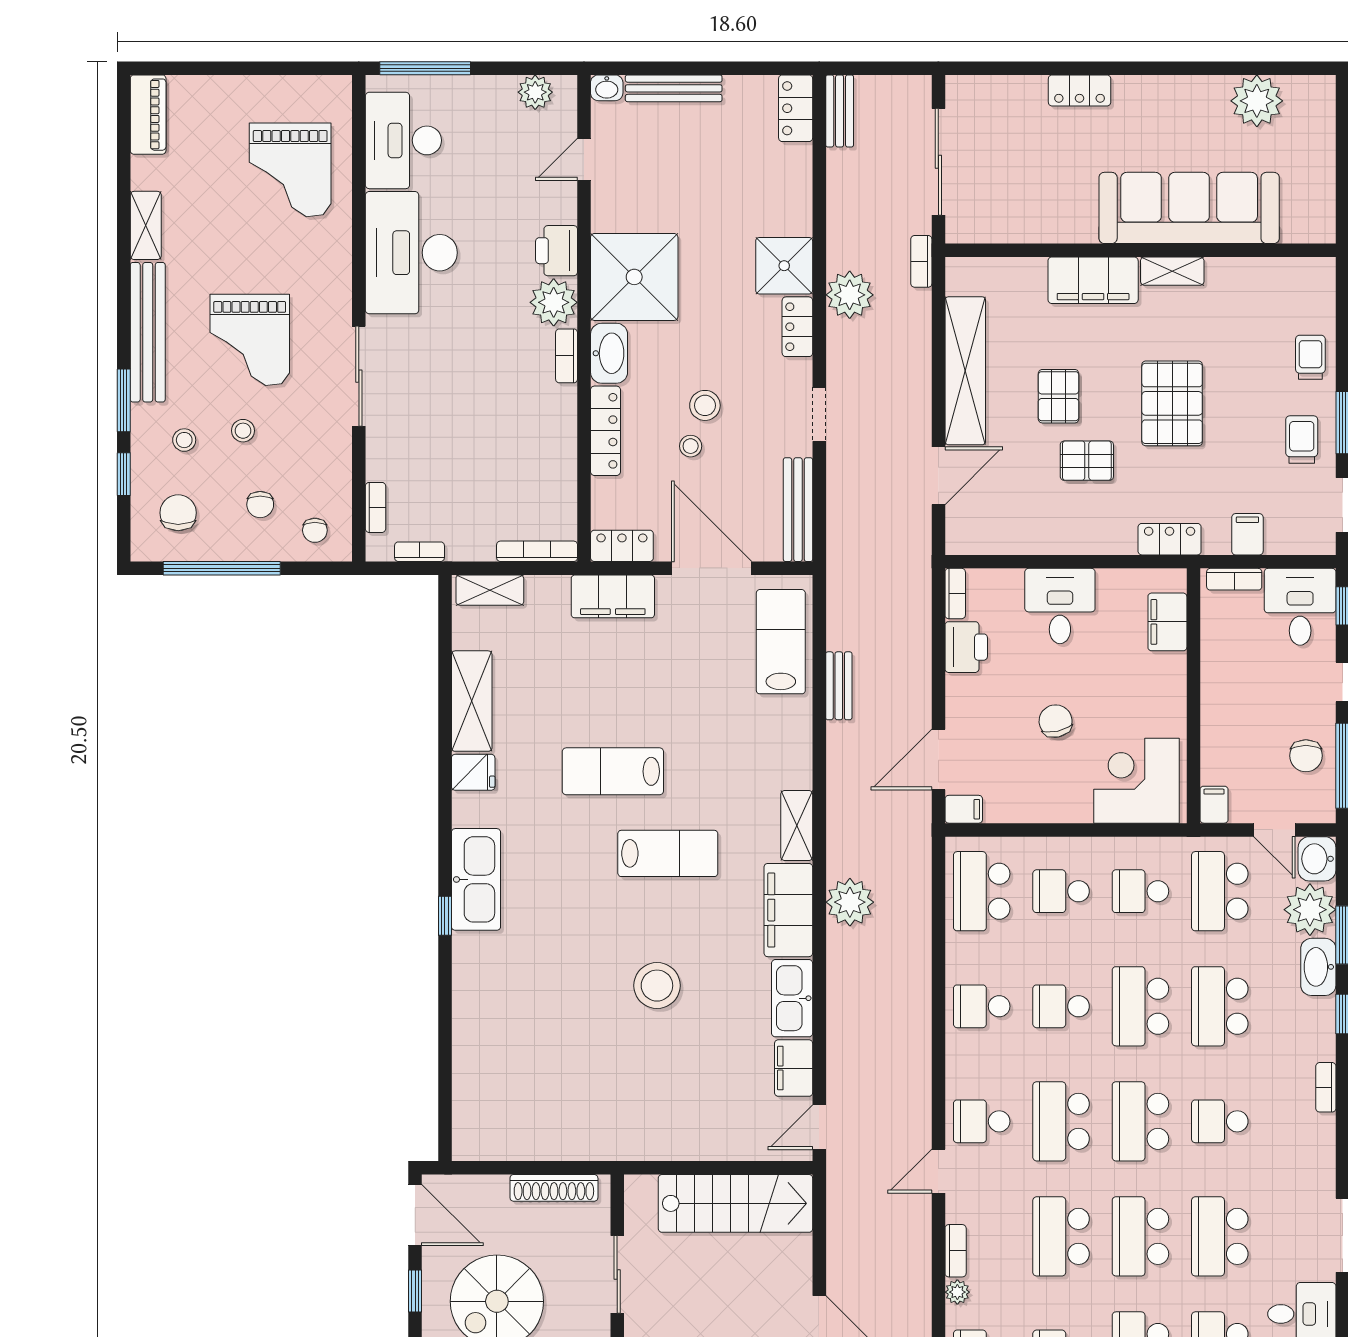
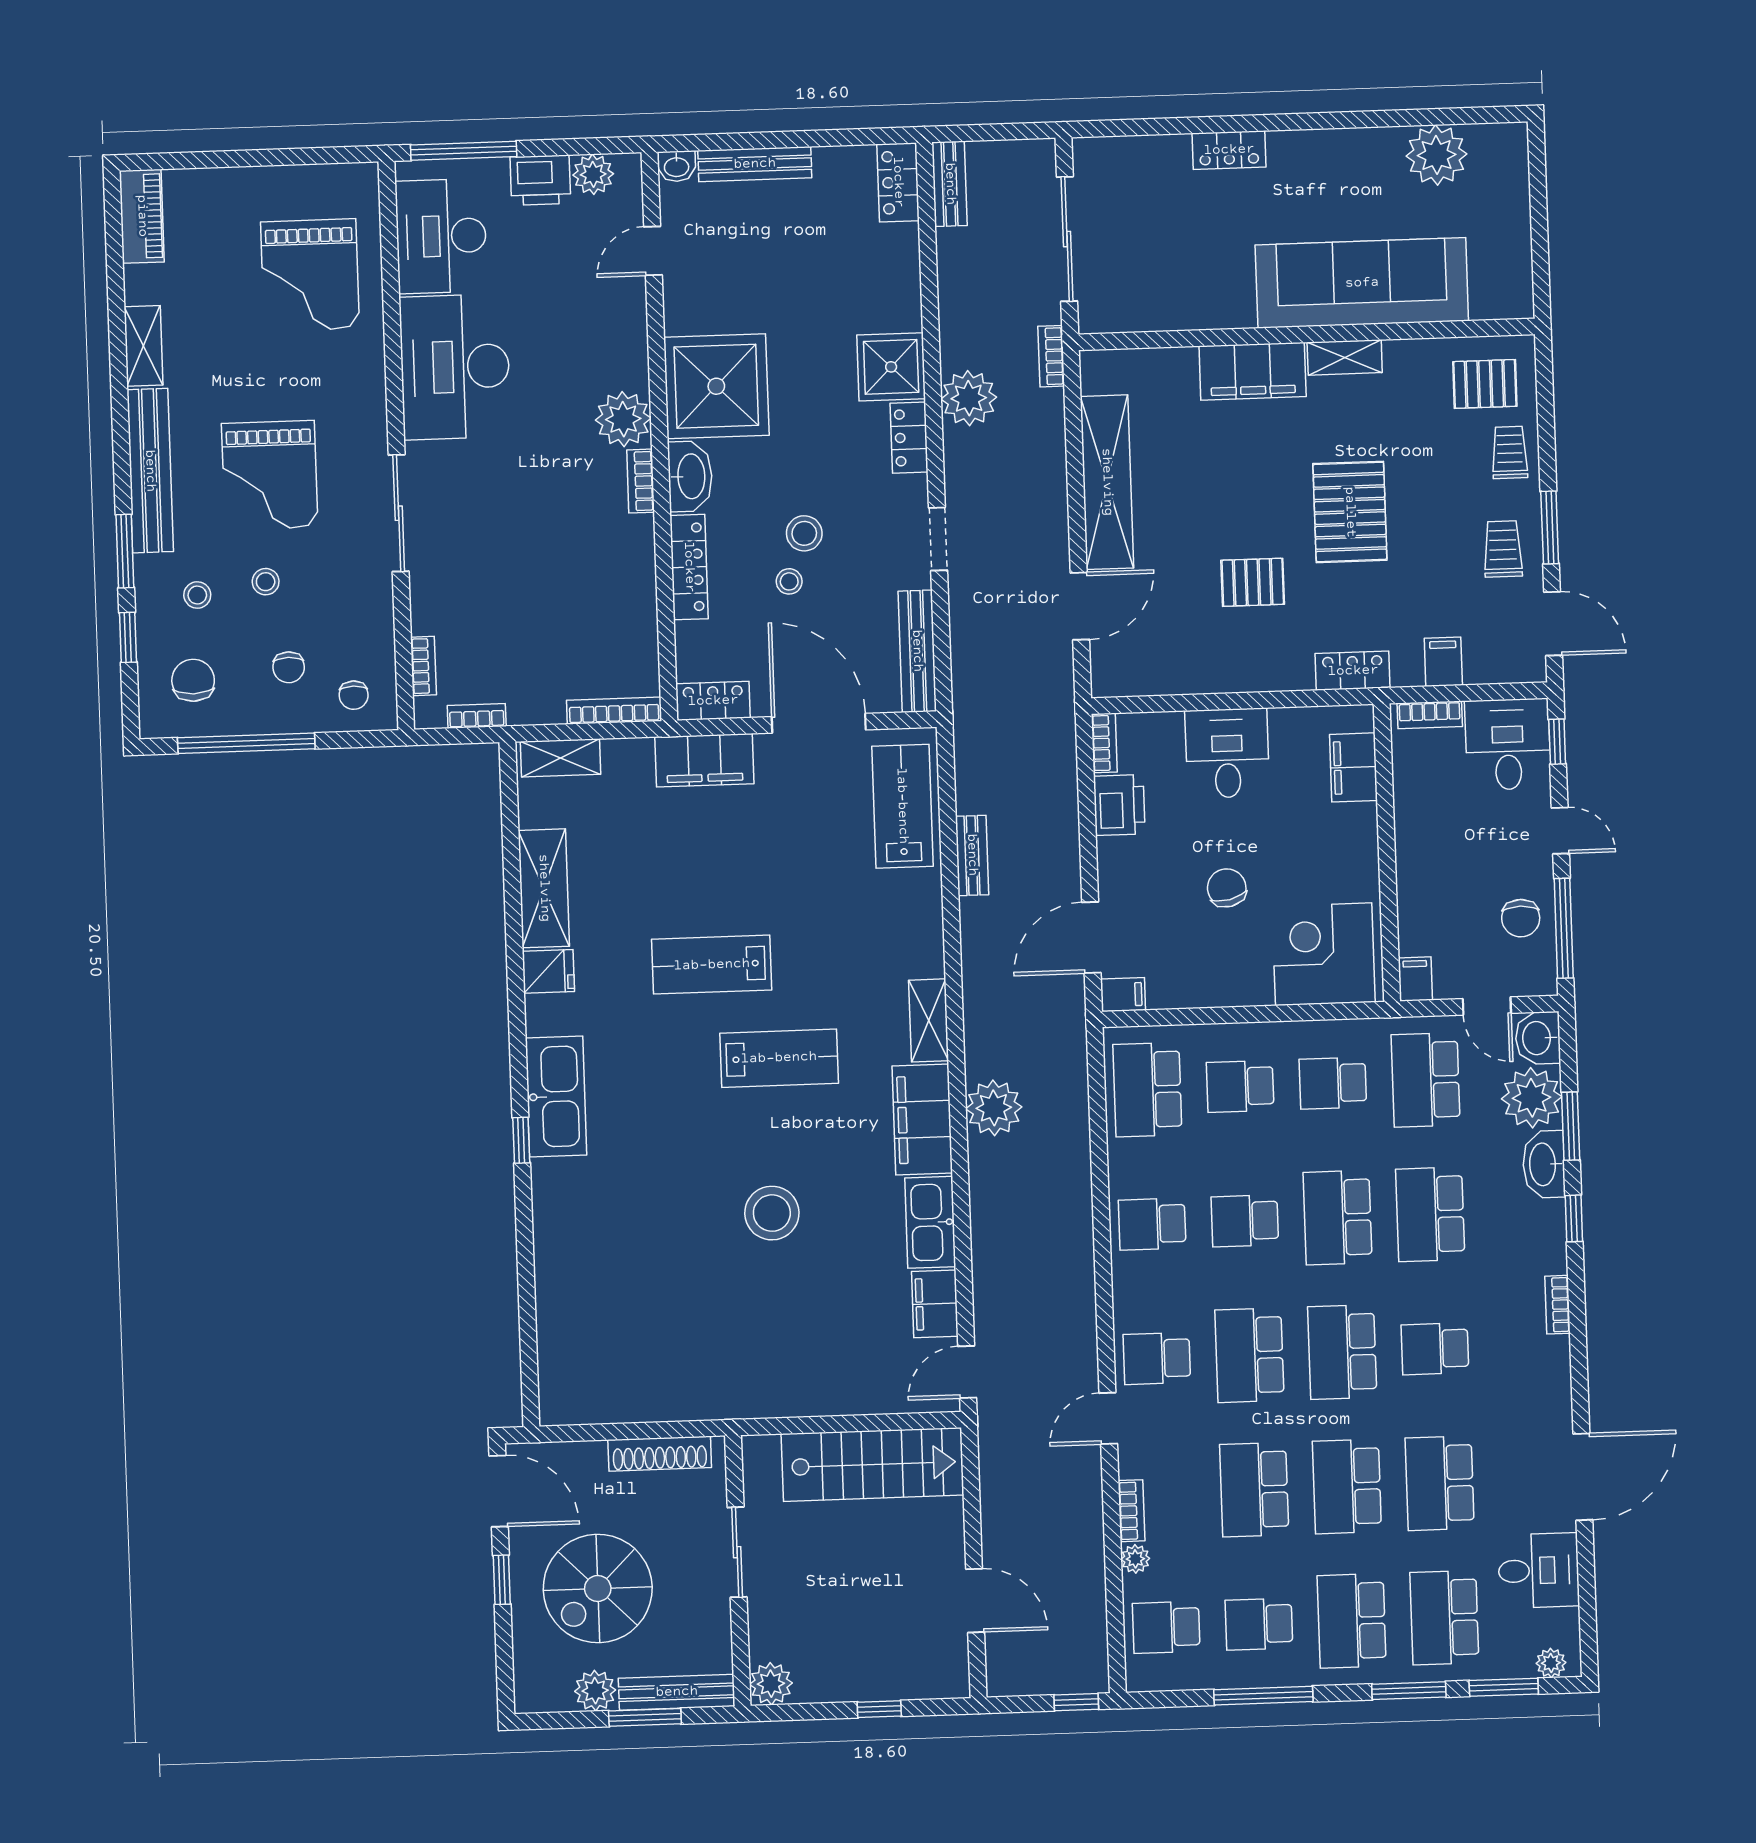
printer: (557, 251) -> (540, 180), moved, turned -90
pallet: (1059, 396) -> (1485, 384), moved, turned 90

